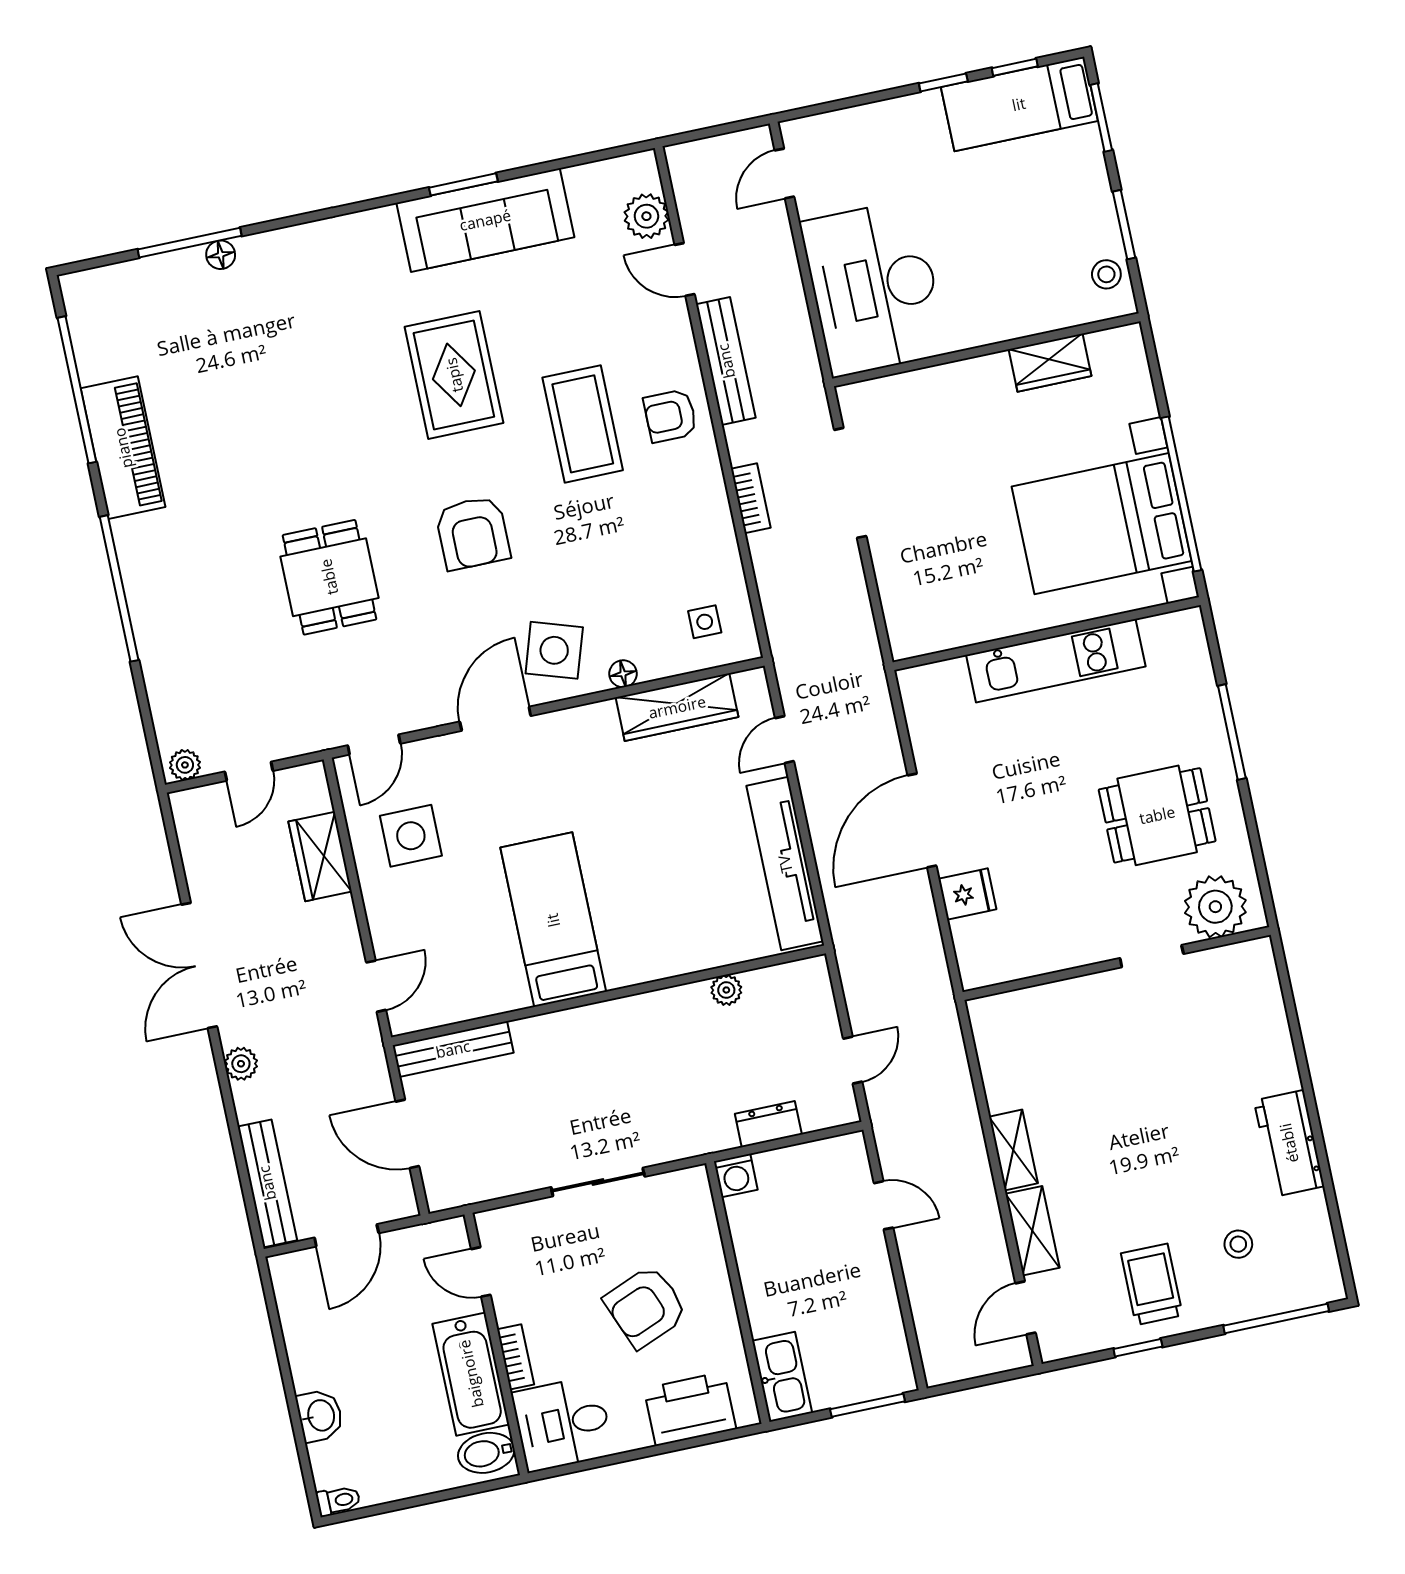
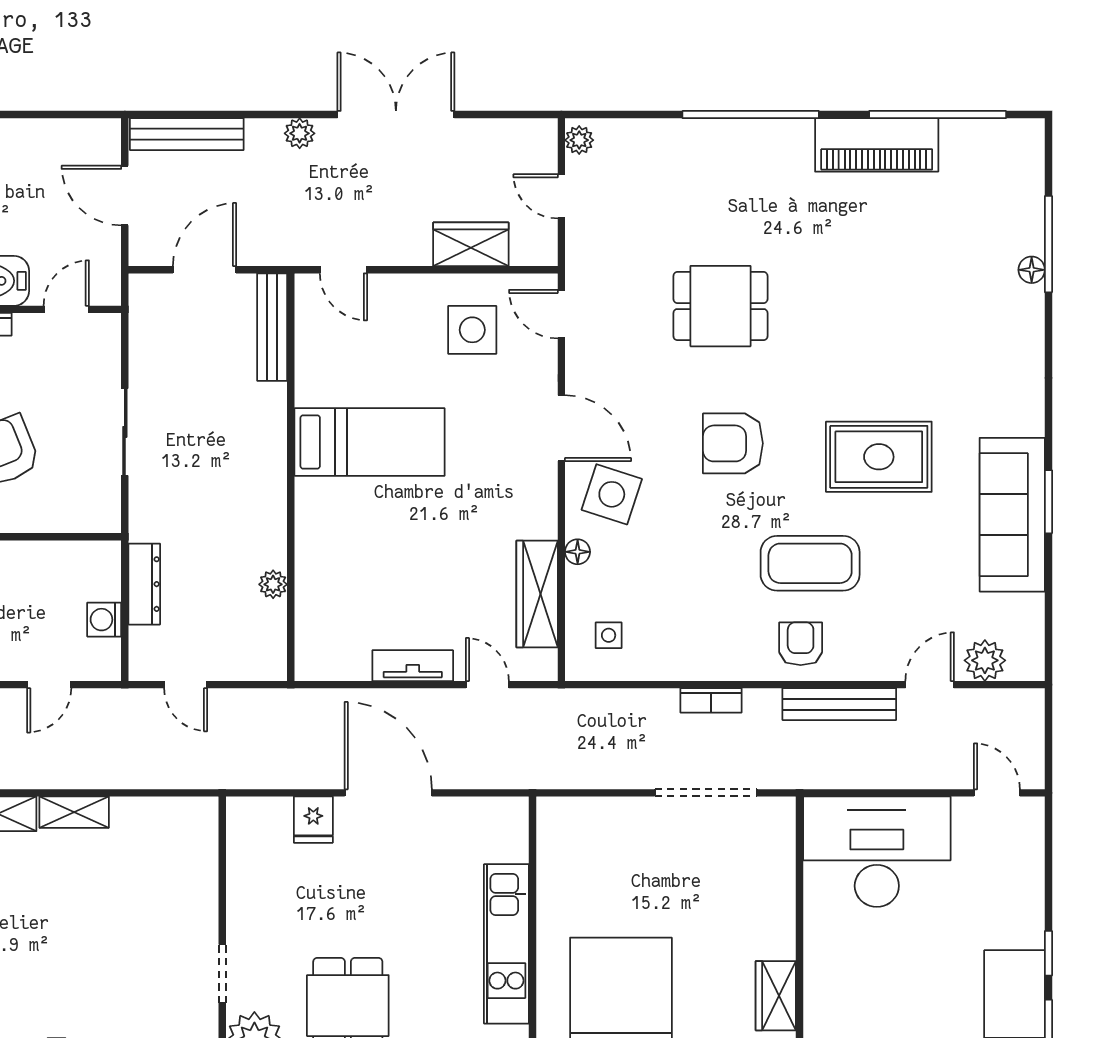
tv unit: (785, 864) -> (413, 666), width x0.52, depth x0.78
dresser: (768, 1124) -> (144, 584), width x1.44
washing machine: (736, 1176) -> (104, 620), moved

